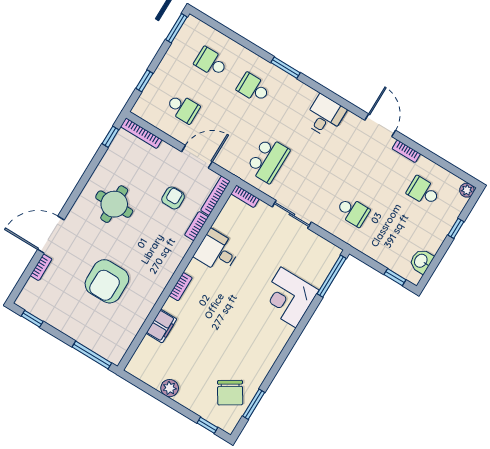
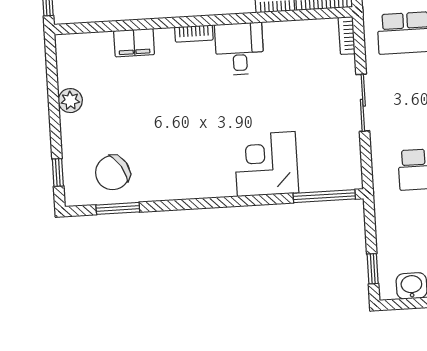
desk: (217, 252) -> (239, 49), moved

